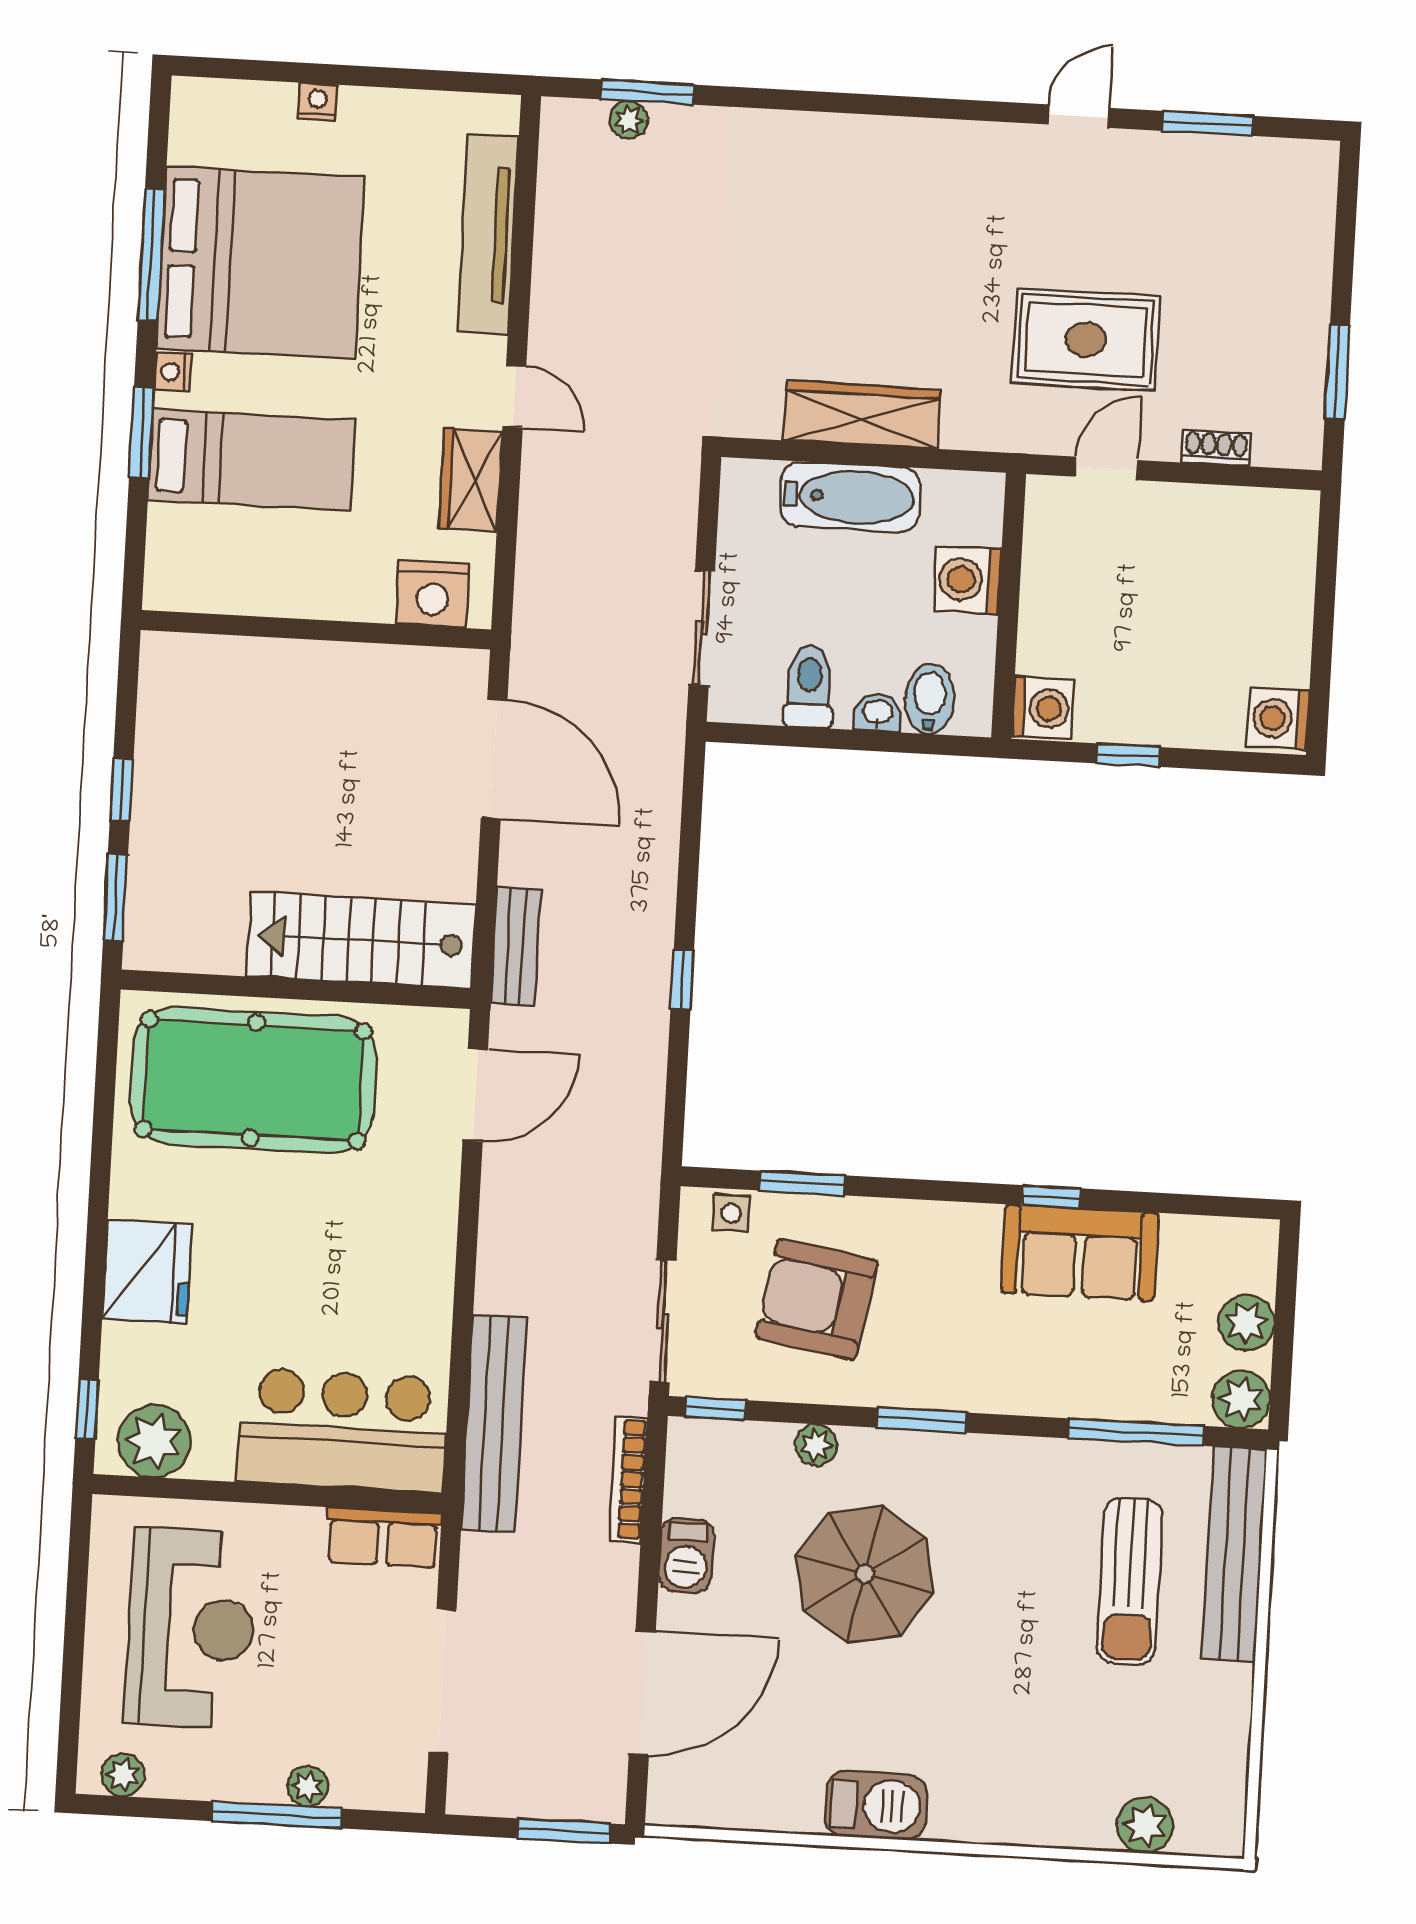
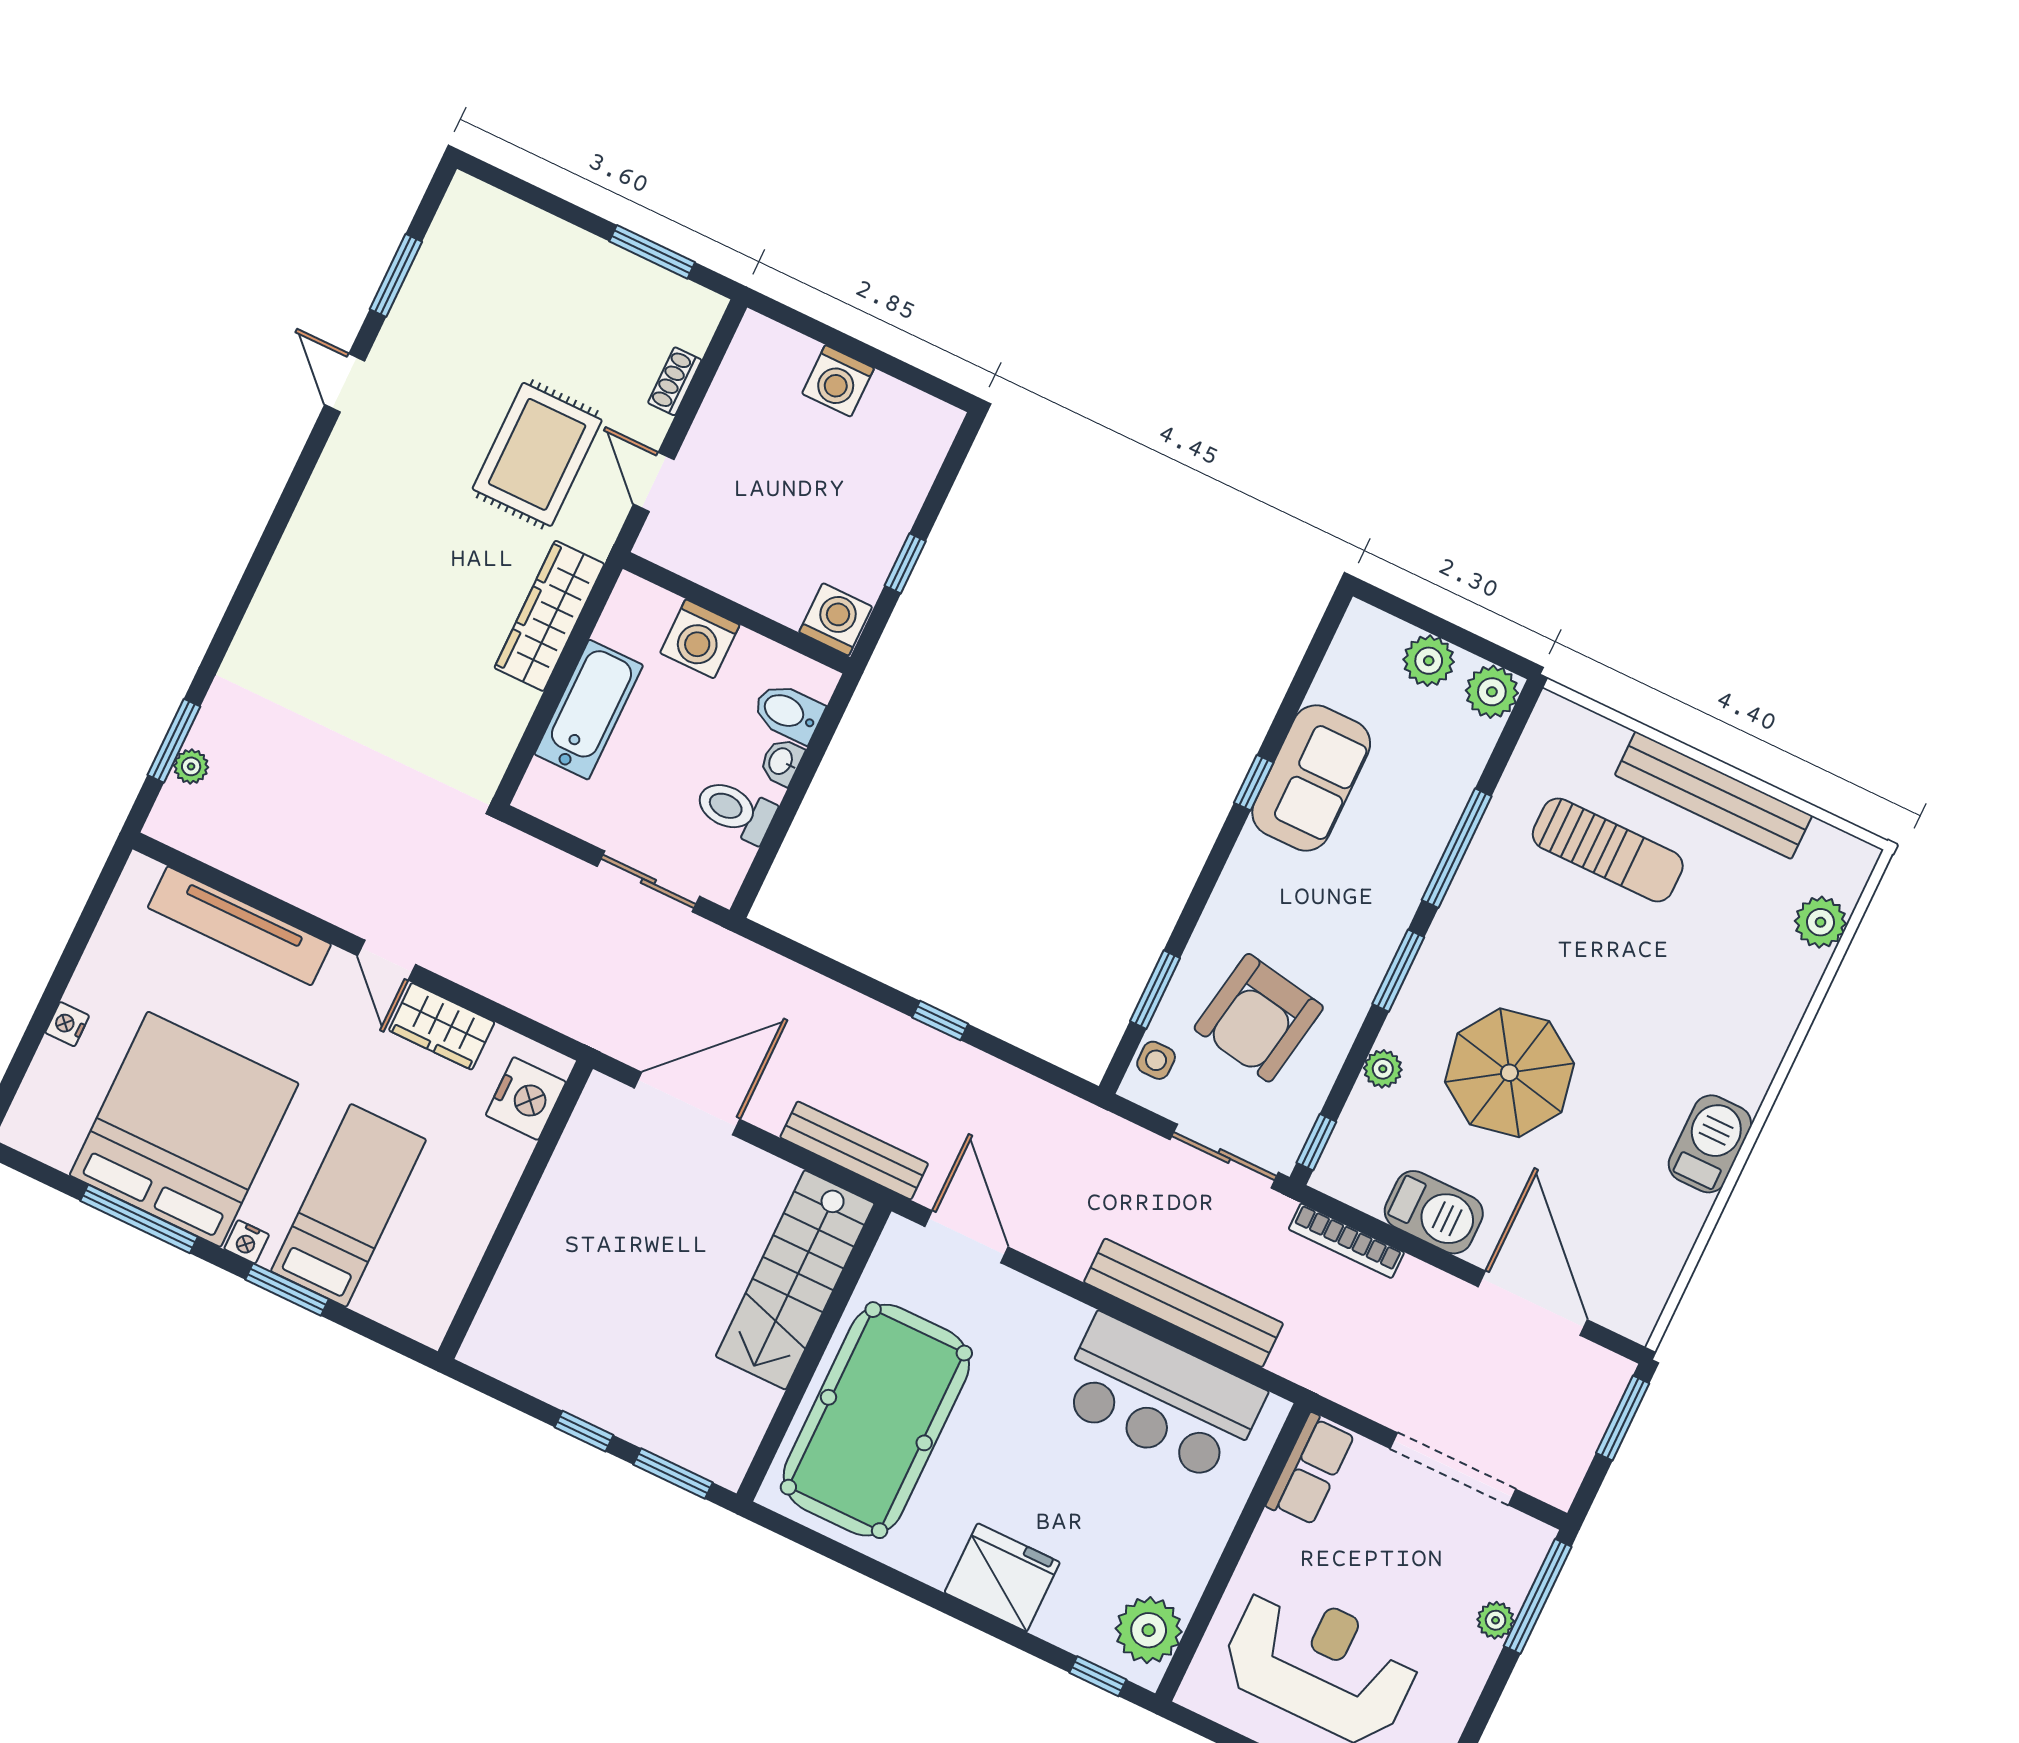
door: (514, 397) -> (386, 960), swing flipped
wardrobe: (862, 415) -> (549, 616), moved
washing machine: (1278, 719) -> (838, 381), moved
bench: (516, 946) -> (854, 1150), width x1.36
bench: (494, 1424) -> (1183, 1303), moved
bar counter: (343, 1430) -> (1161, 1398), moved, turned -90
window: (1136, 1432) -> (1457, 848), moved
bench: (1235, 1554) -> (1713, 795), moved
barbecue: (686, 1555) -> (1434, 1212), width x1.38, depth x1.27
window: (277, 1815) -> (1538, 1596), moved

